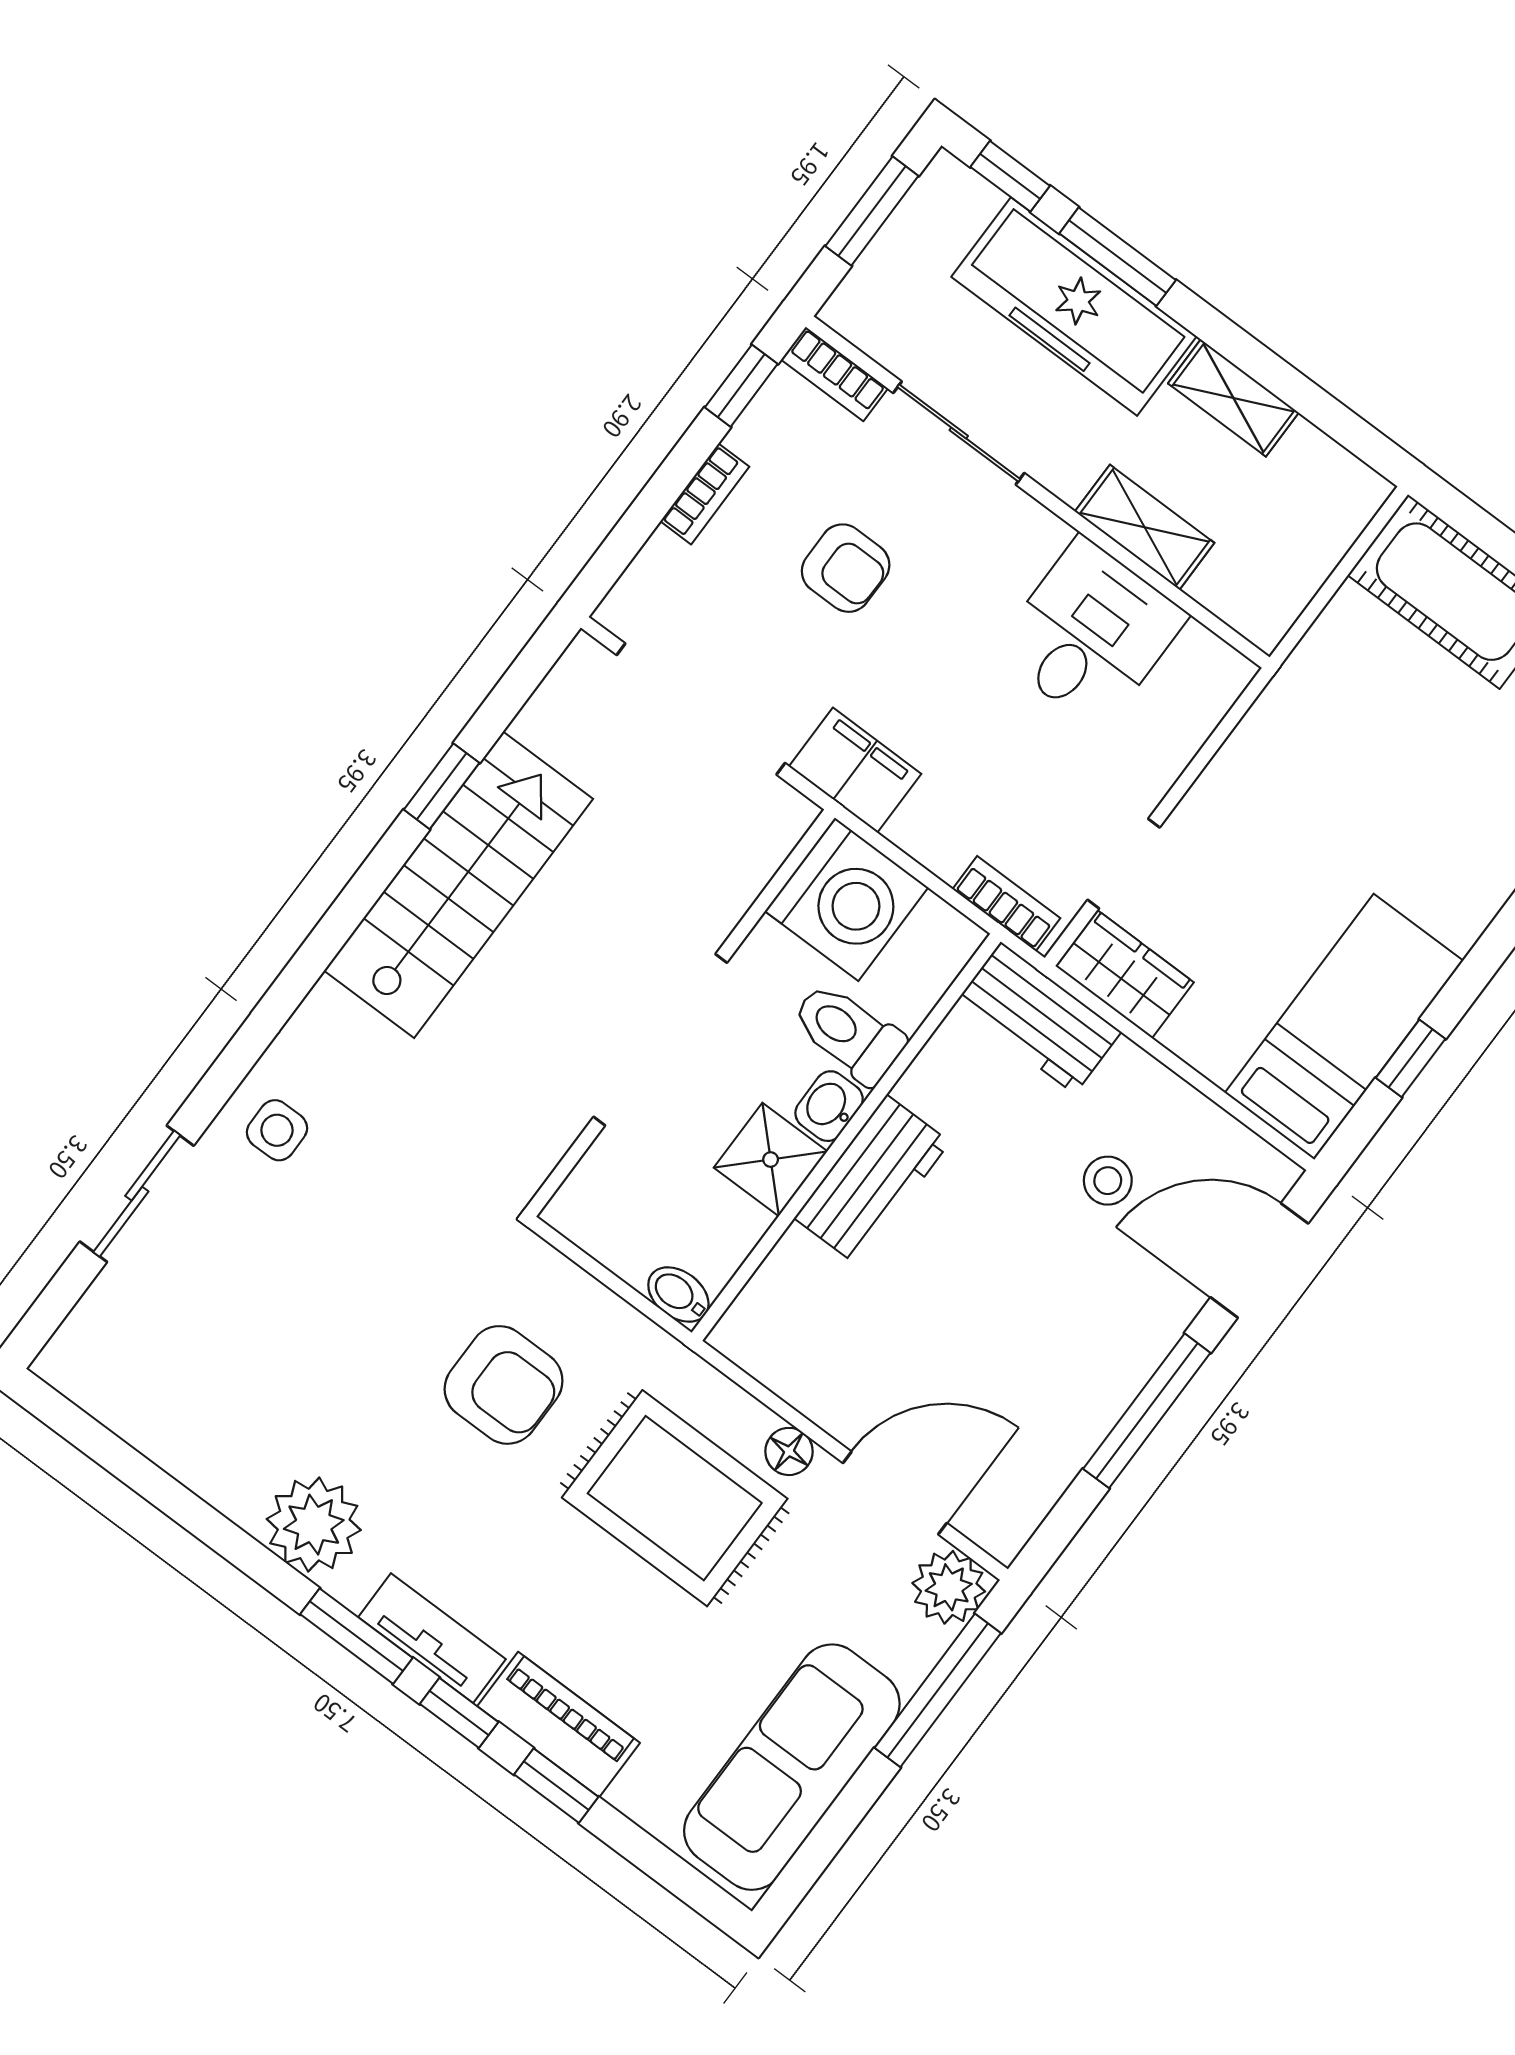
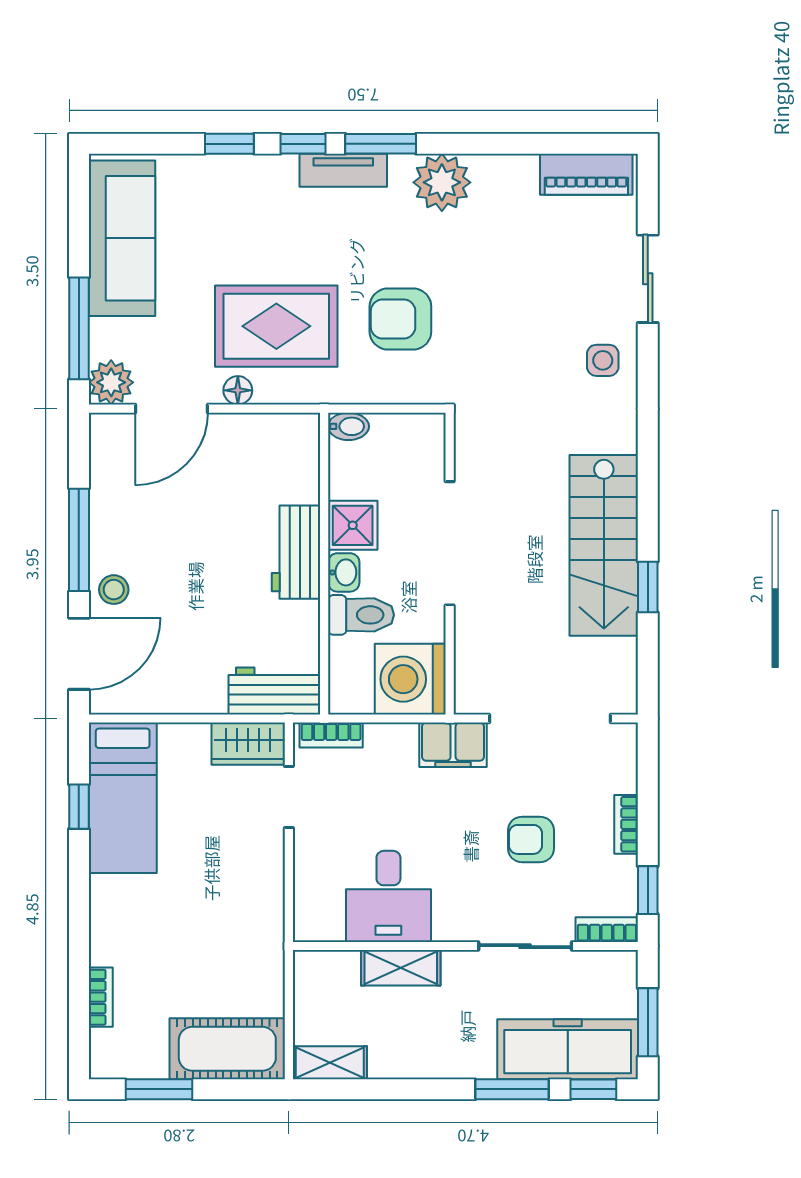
freezer: (1074, 307) -> (568, 1049), moved
shelving: (1233, 398) -> (330, 1063), moved
stool: (1108, 1181) -> (114, 590), moved
piano: (559, 1725) -> (586, 174), moved

